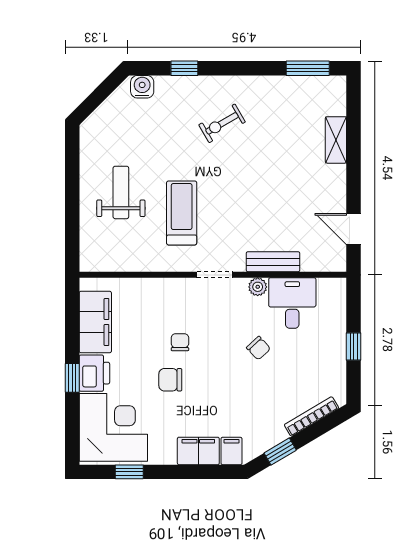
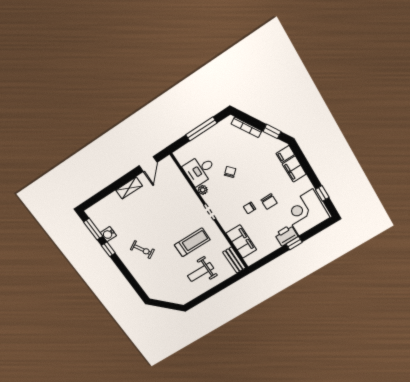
window: (184, 68) -> (108, 249), moved
water cooler: (142, 87) -> (108, 234), moved
shelving: (336, 140) -> (129, 188), moved
treadmill: (182, 213) -> (192, 242), turned 180
bench: (273, 262) -> (234, 260), moved
filing cabinet: (95, 322) -> (241, 242), moved, turned 90
window: (354, 346) -> (201, 129), width x2.17

